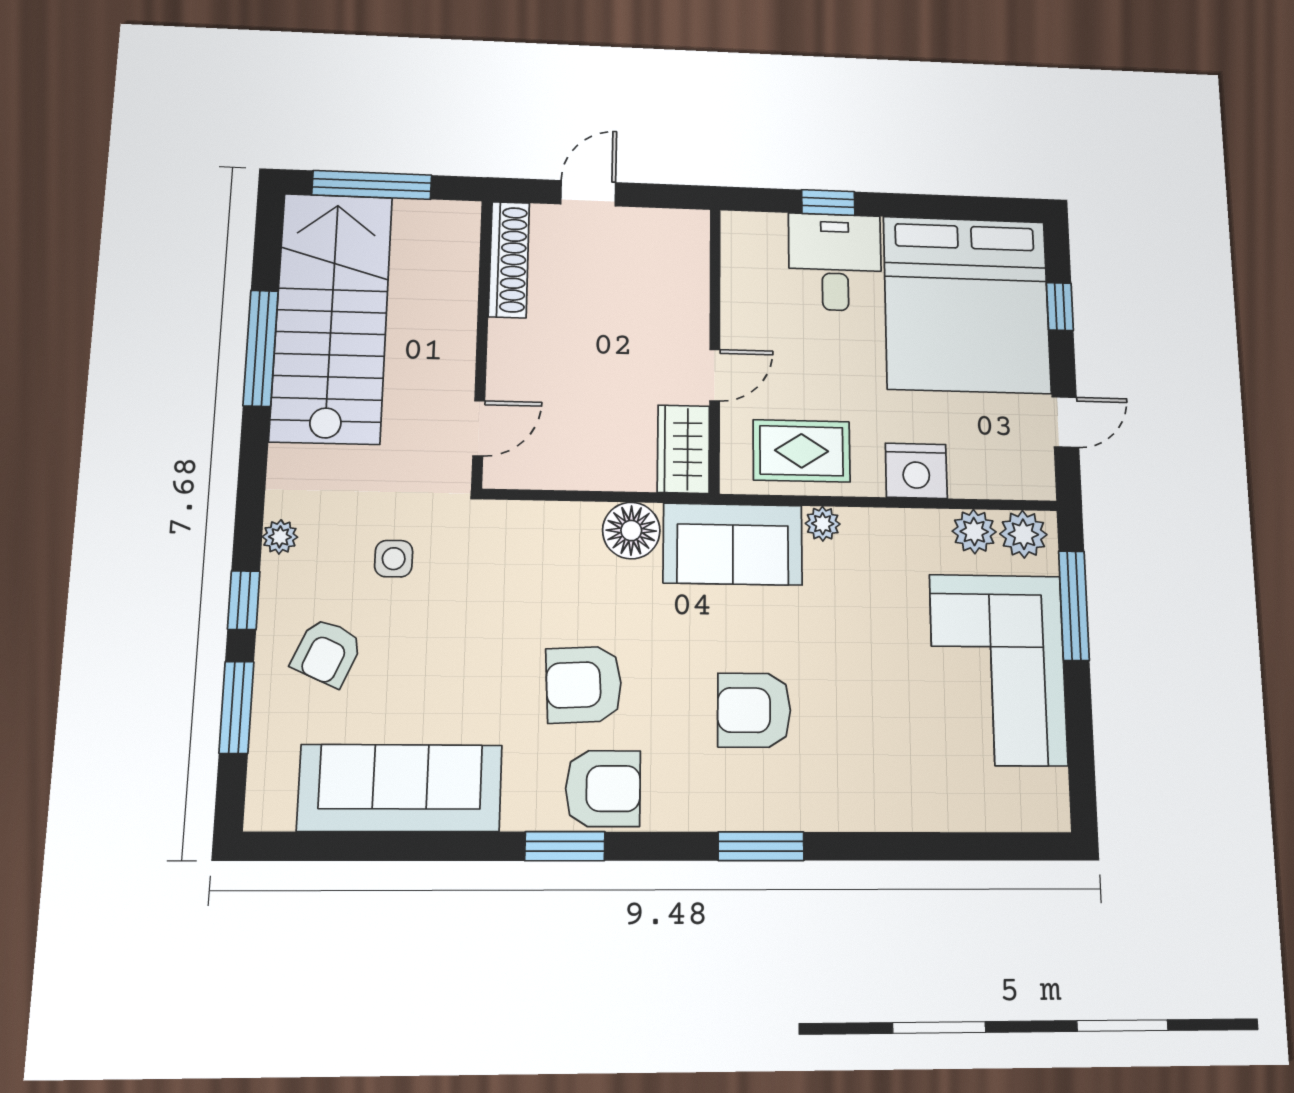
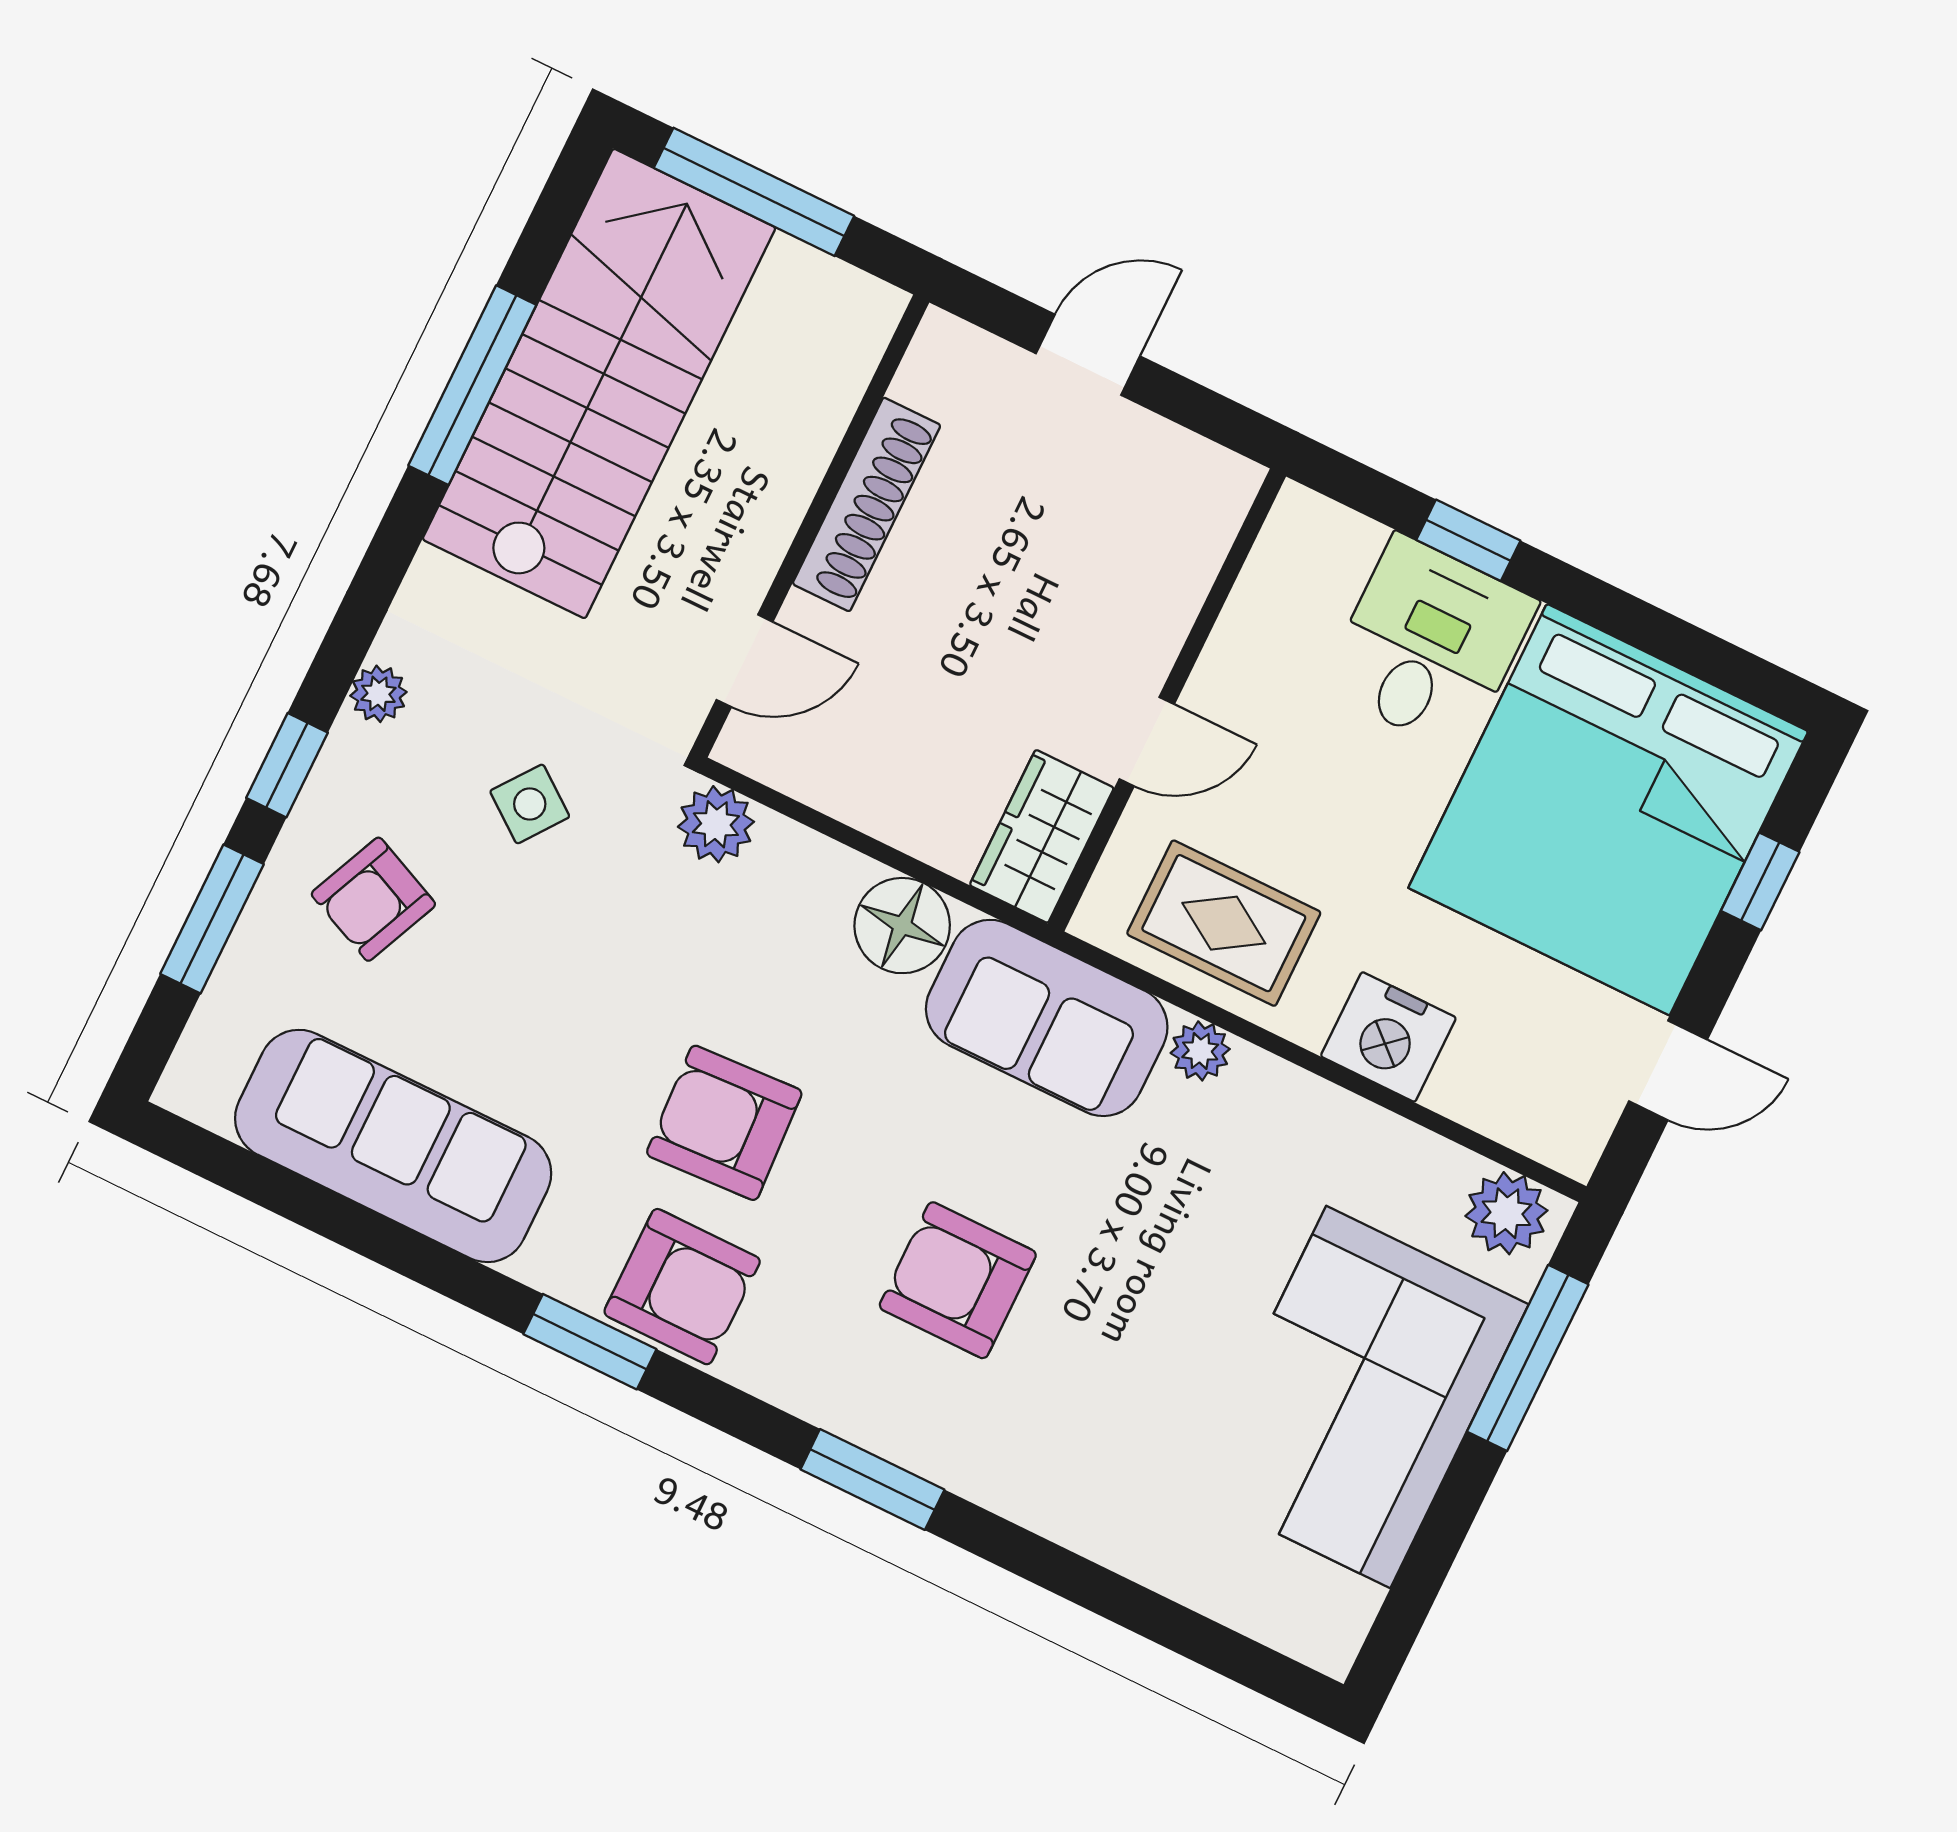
shoe rack: (509, 260) -> (867, 504), moved
plant: (974, 532) -> (716, 824), moved
side table: (394, 559) -> (530, 804), turned 37

